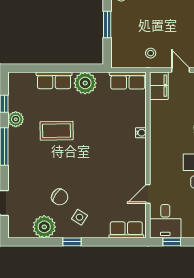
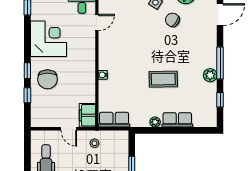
plant: (85, 83) -> (155, 122), width x0.53, depth x0.53
plant: (16, 119) -> (210, 75), moved
coffee table: (57, 131) -> (163, 79), moved

